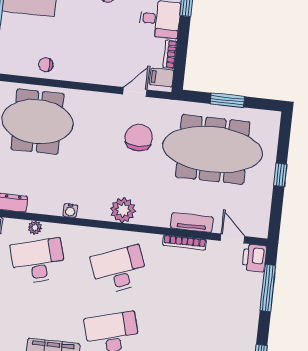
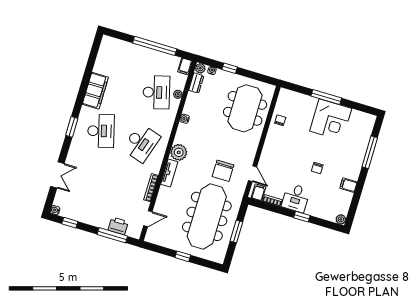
chair: (139, 138) -> (223, 171), turned 90
tv unit: (192, 222) -> (169, 173), moved
printer: (254, 258) -> (118, 226), moved
desk: (119, 270) -> (141, 143), turned 39

